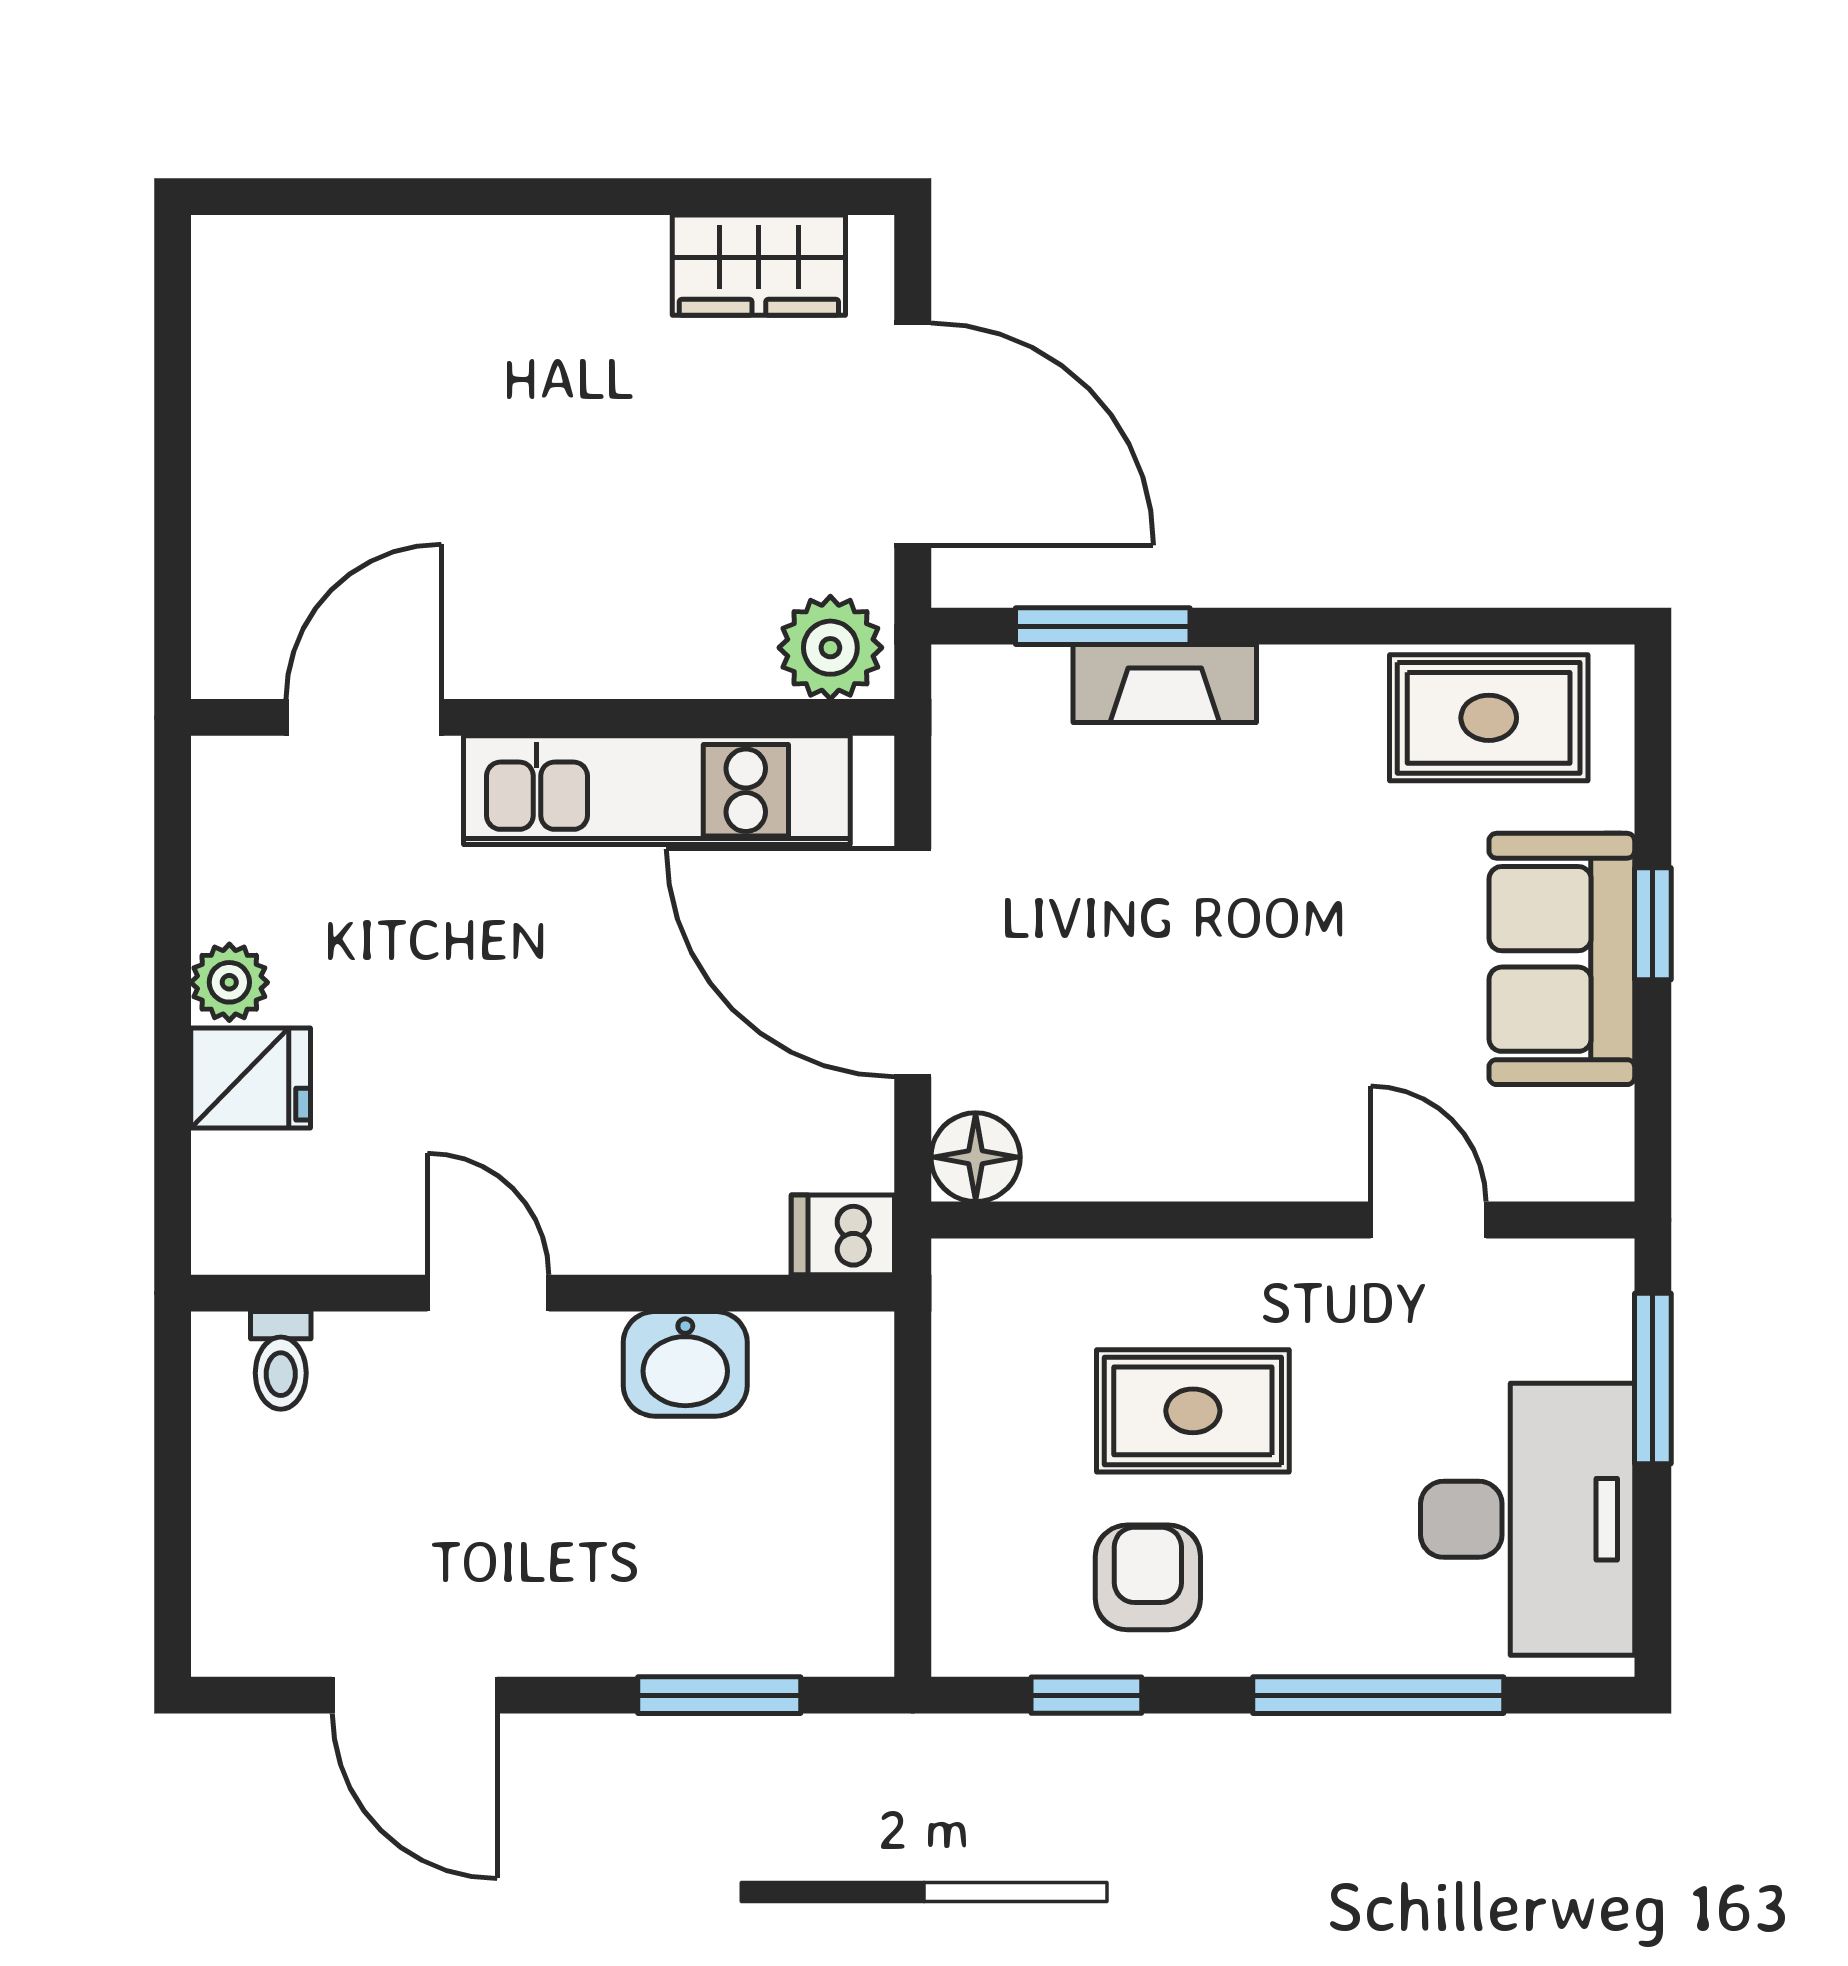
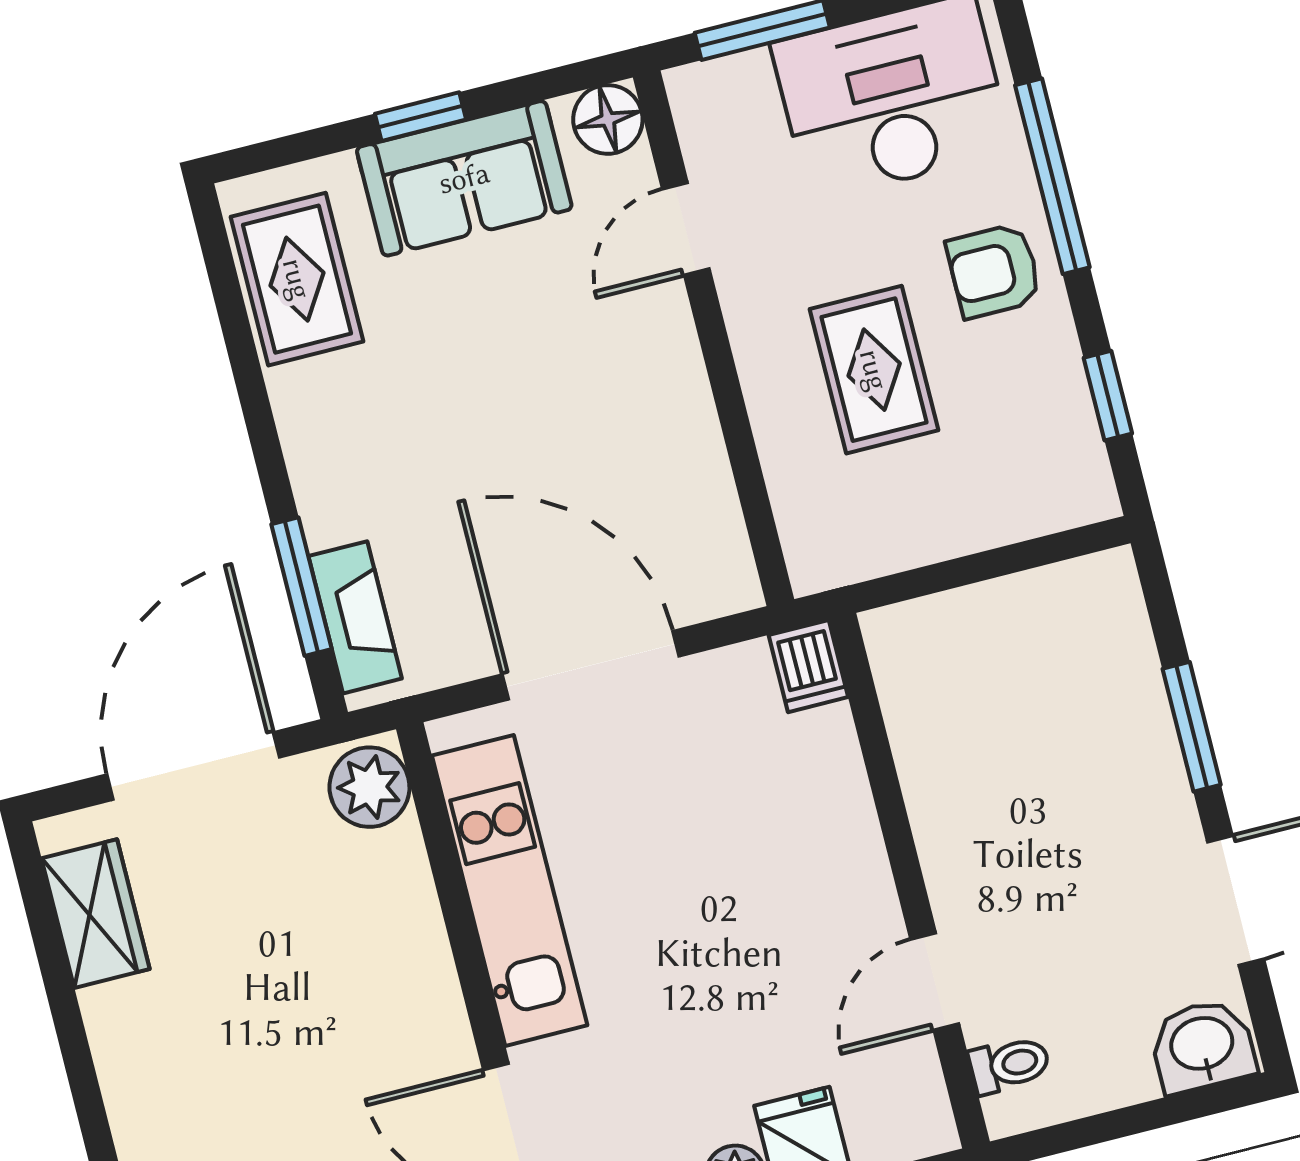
fireplace: (1165, 683) -> (355, 617), moved
door: (913, 963) -> (591, 665), swing flipped
floor lamp: (976, 1157) -> (608, 119), moved
door: (488, 1293) -> (935, 982), moved
washbasin: (685, 1364) -> (1202, 1046), moved, turned -90
armchair: (1148, 1577) -> (994, 271), moved
window: (719, 1695) -> (1192, 727), moved

